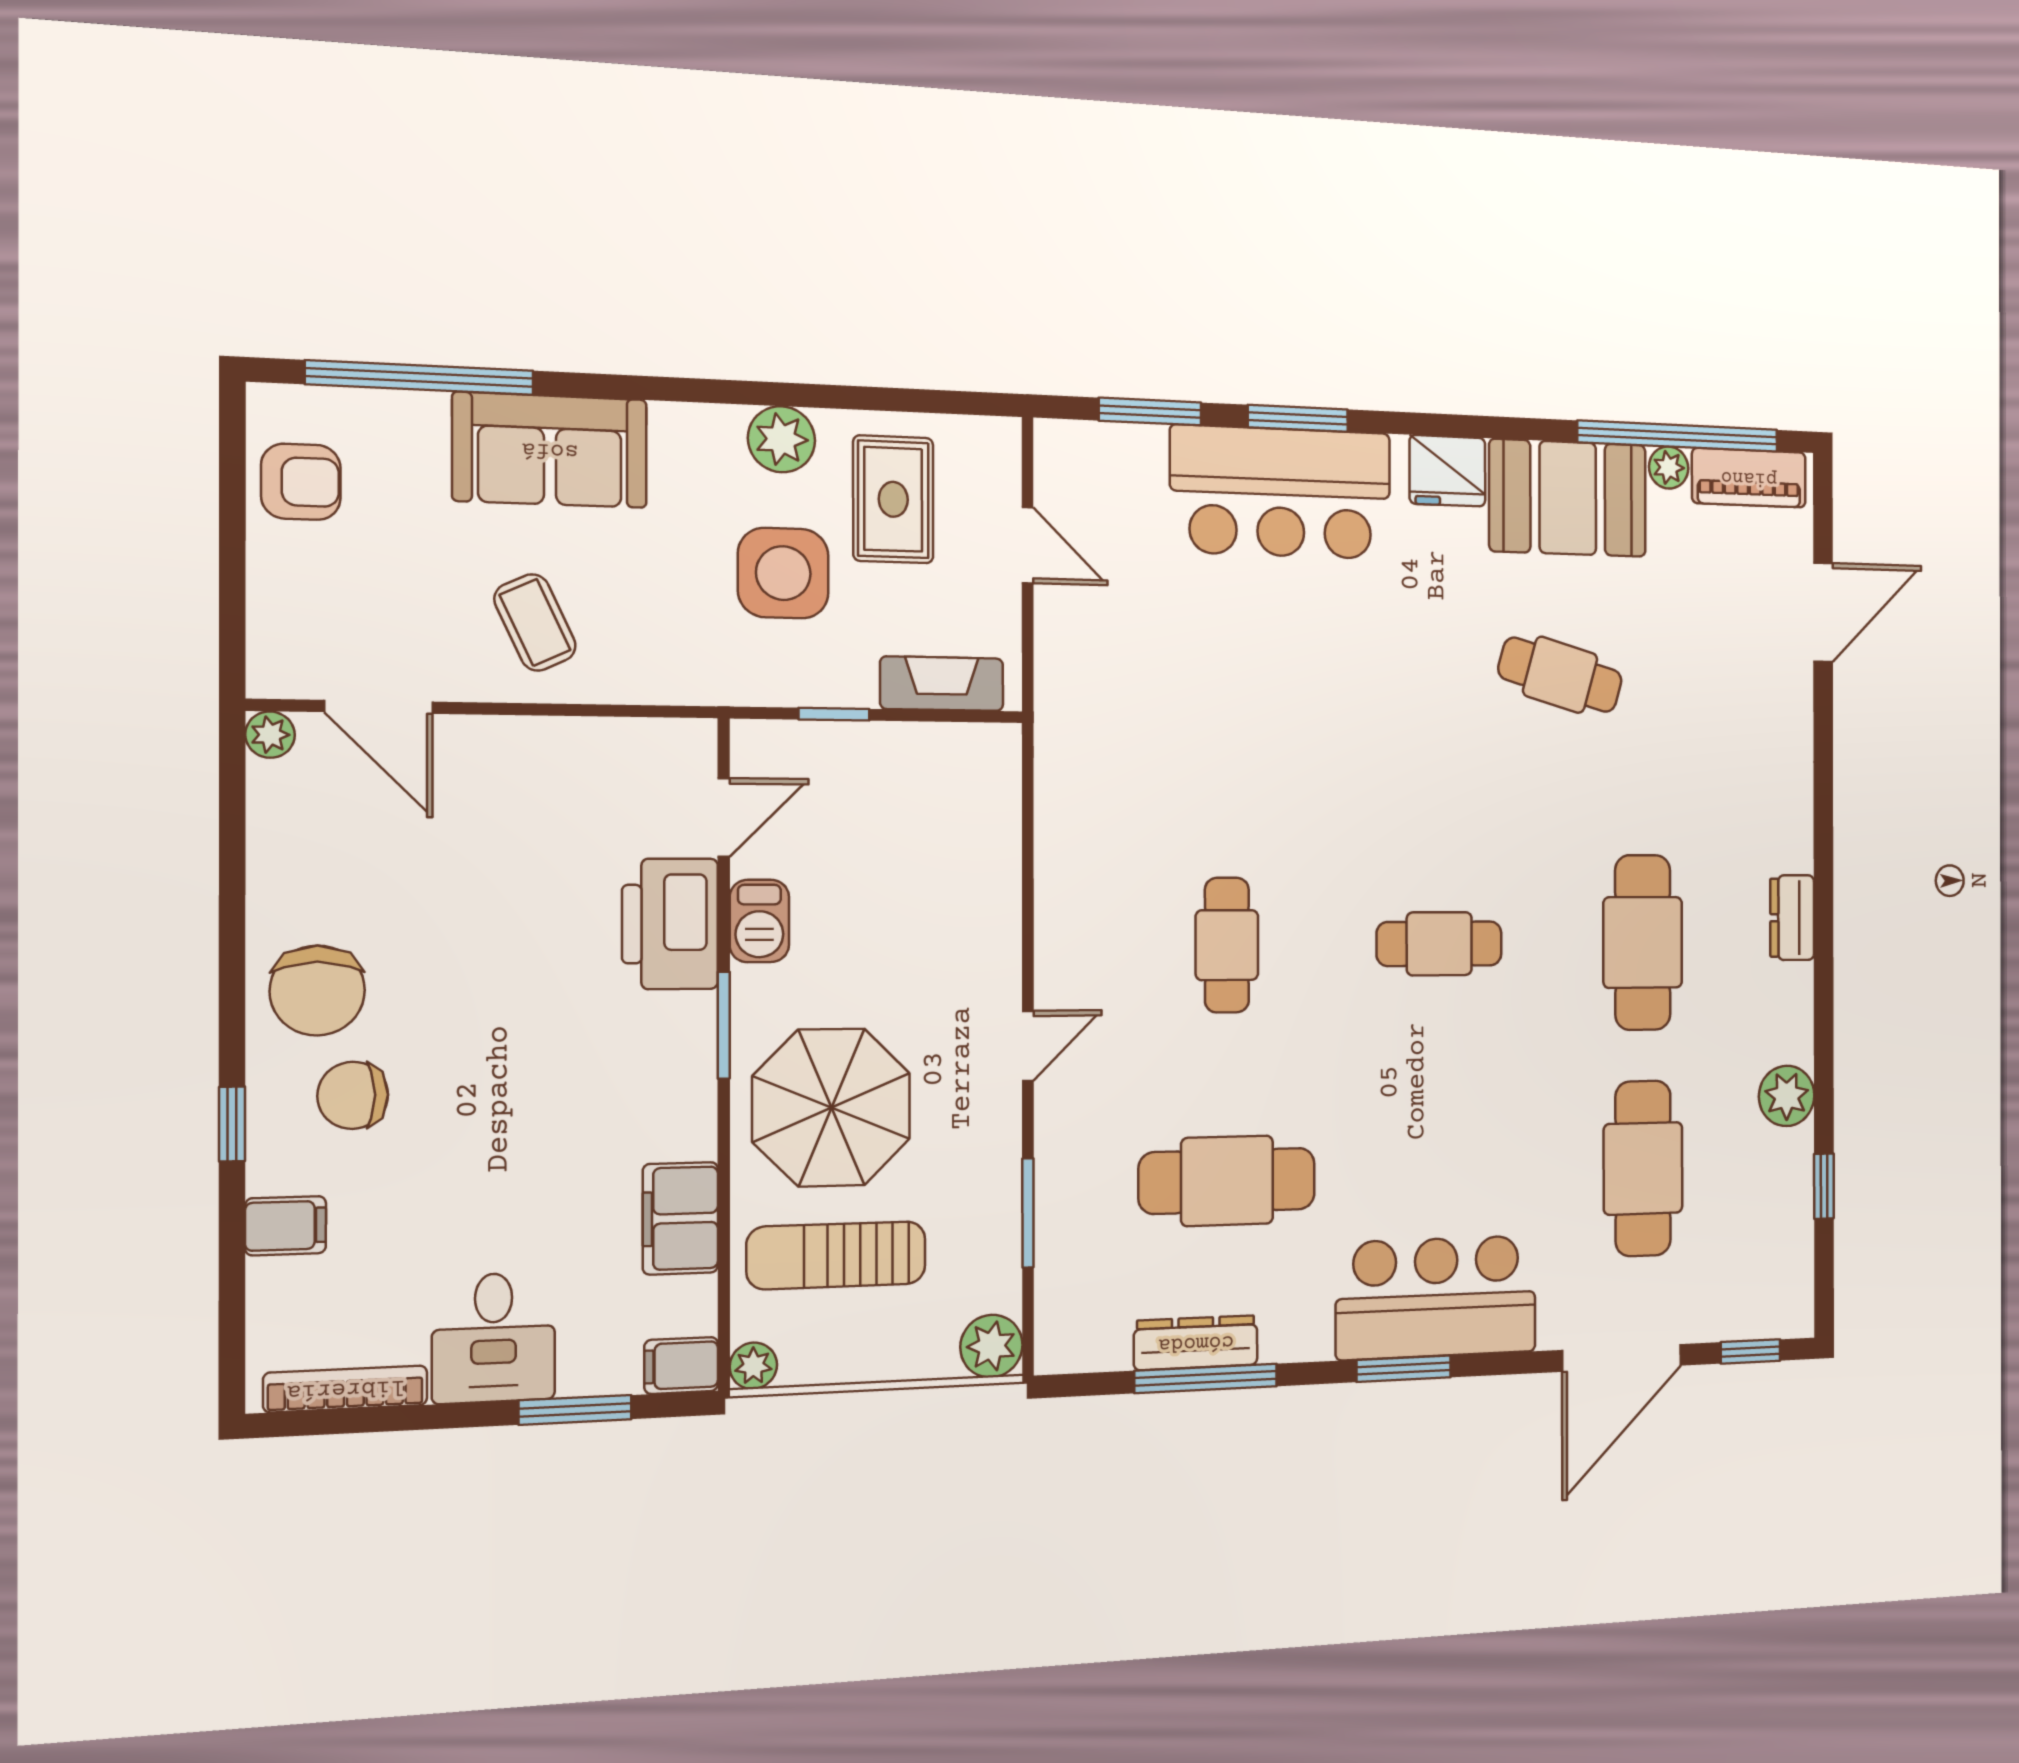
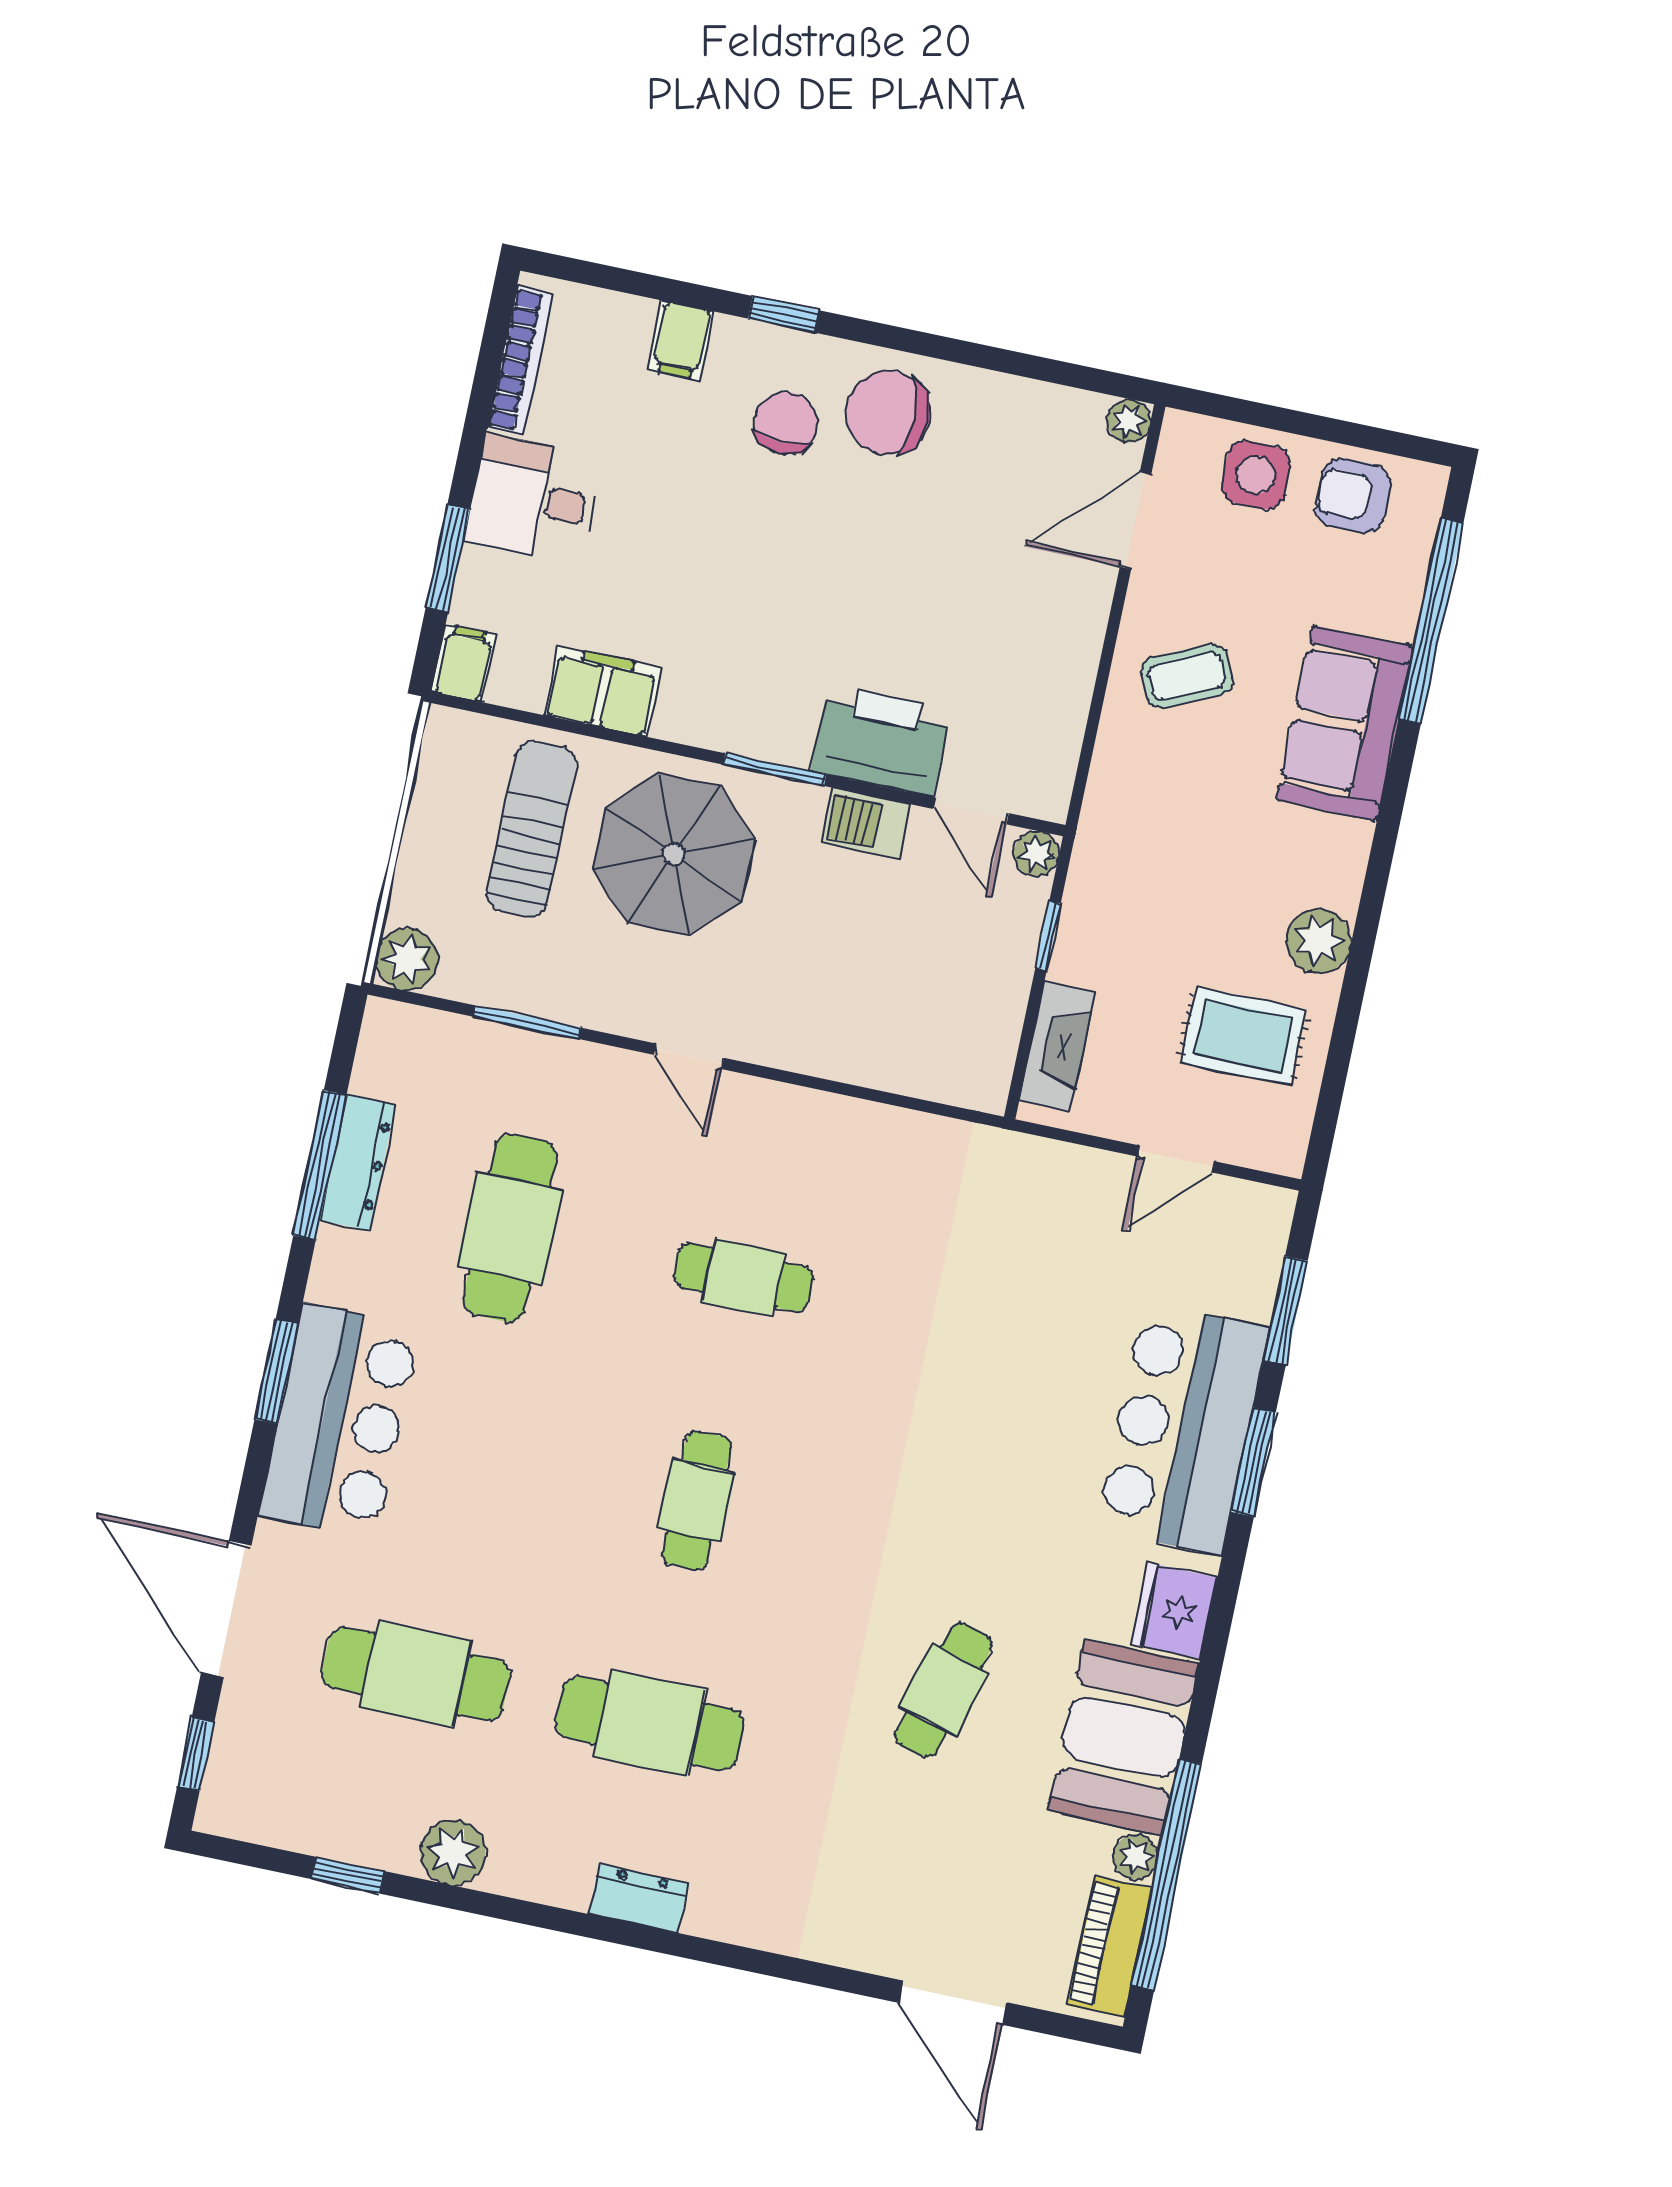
armchair: (301, 482) -> (1353, 496), turned 90
side table: (783, 573) -> (1256, 475), moved, width x0.73, depth x0.73
plant: (753, 1366) -> (1036, 854), moved

